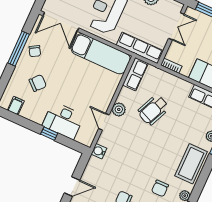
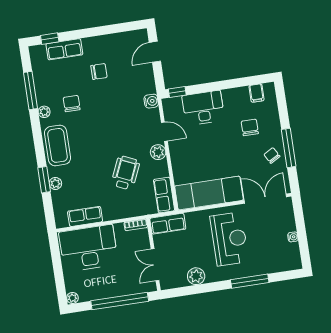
row of seats: (140, 48) -> (168, 224), width x0.68
chair: (38, 83) -> (250, 127), turned 138
window: (49, 134) -> (177, 92), moved

